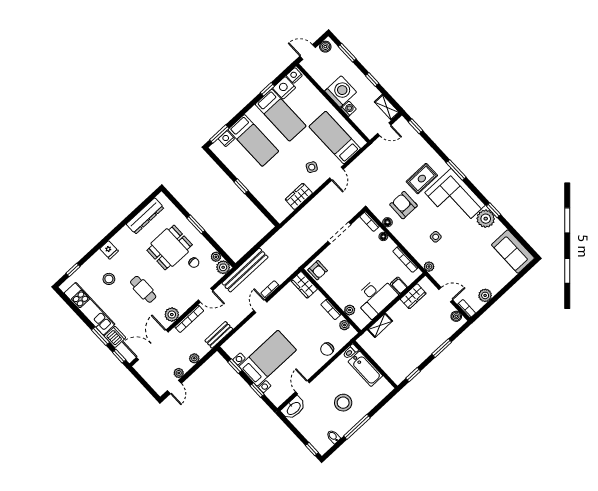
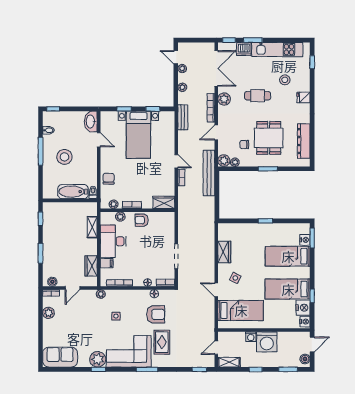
armchair: (318, 270) -> (142, 220), moved

